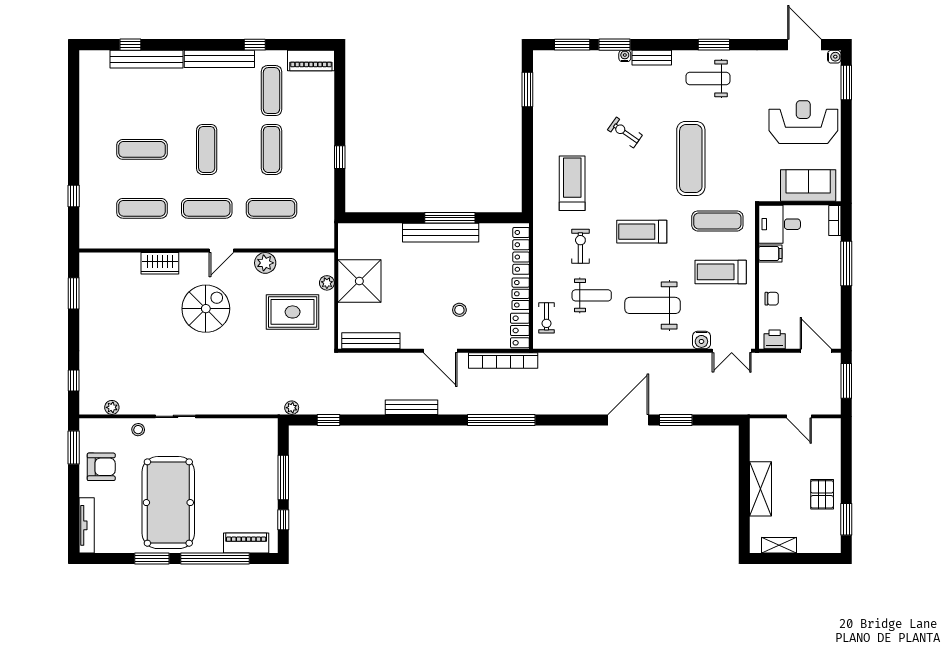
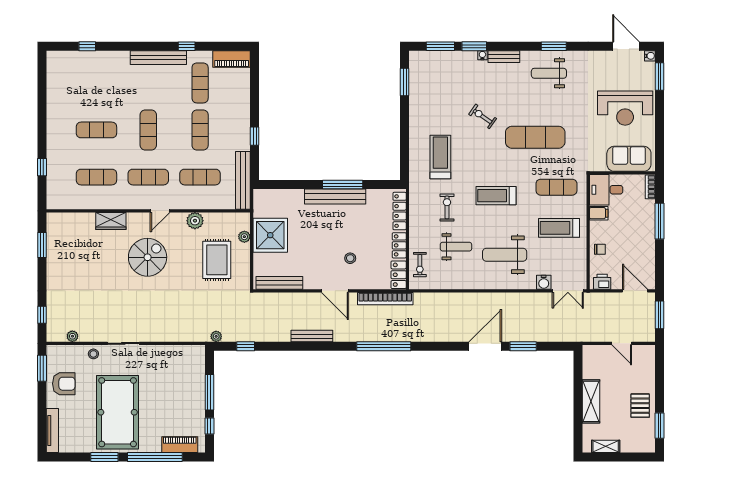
bench: (147, 59) -> (243, 180), moved, turned 90
reception desk: (803, 122) -> (625, 108), turned 180
exercise mat: (691, 159) -> (535, 137), turned 90
rug: (293, 312) -> (217, 260), turned 90

